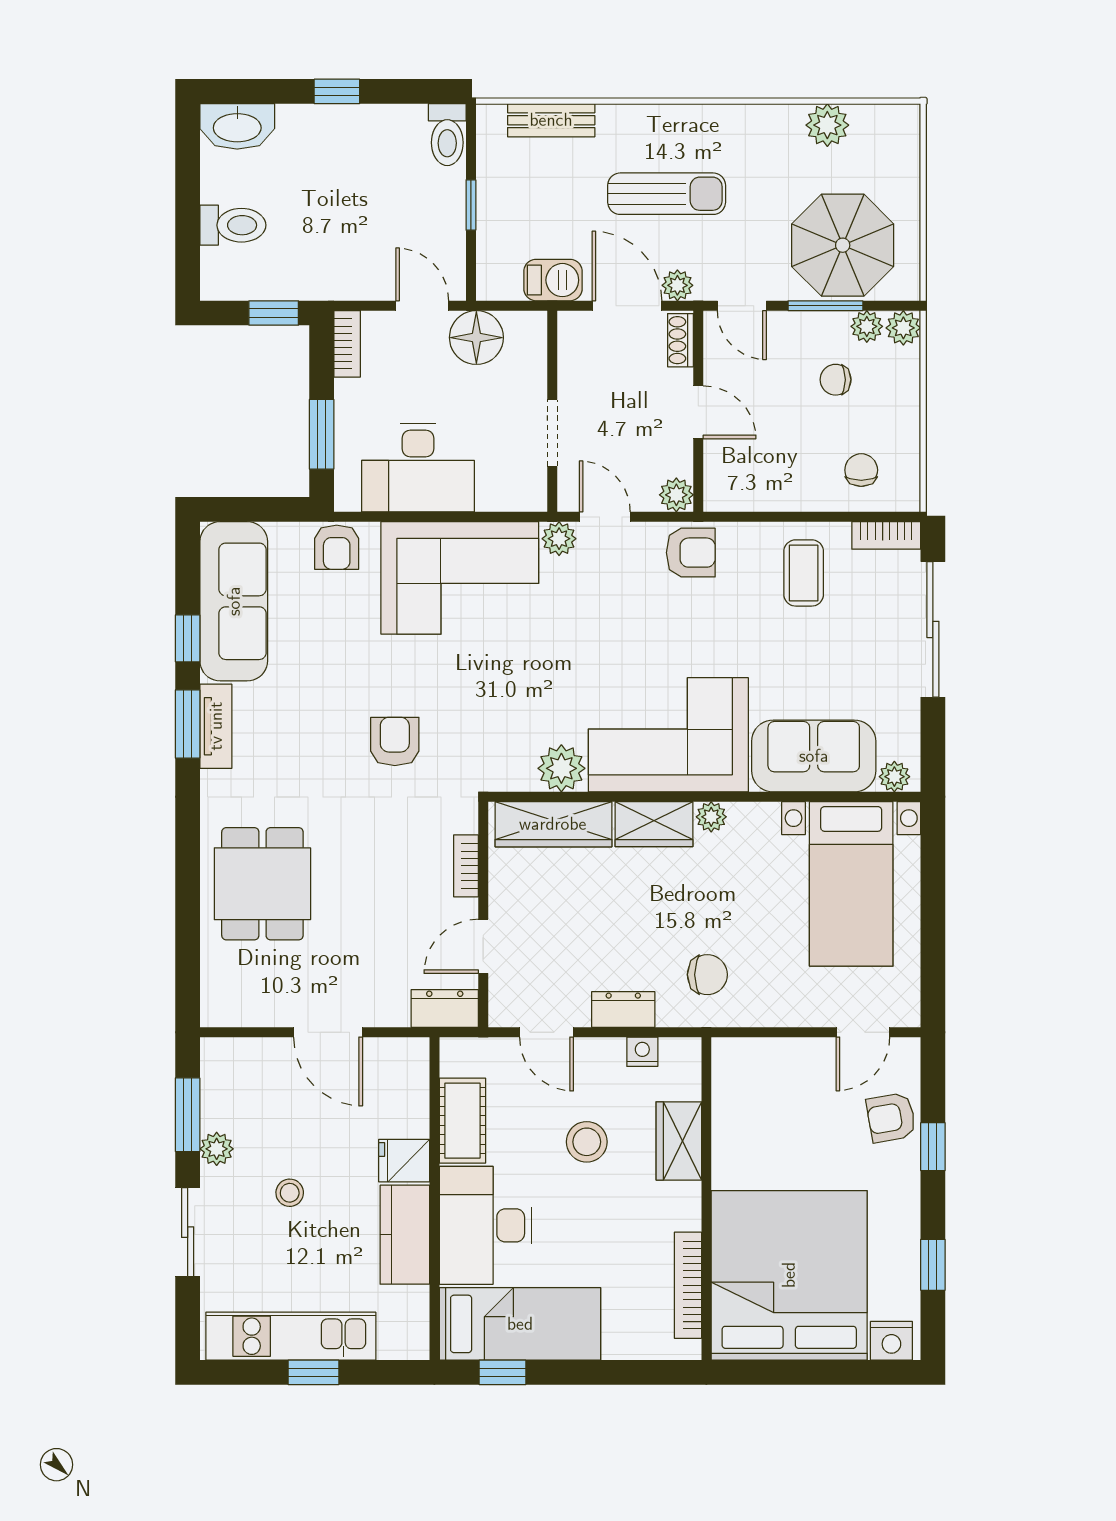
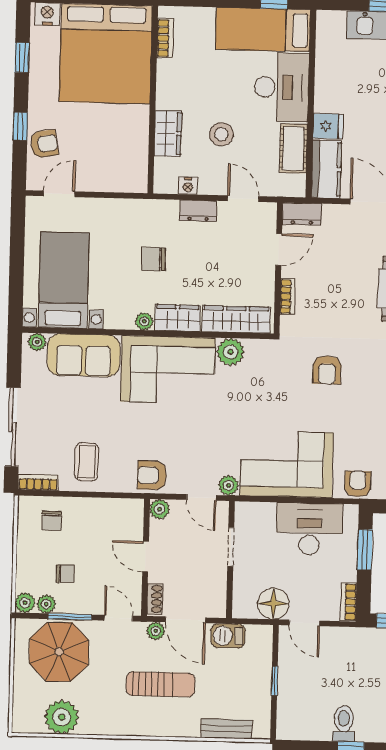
plant: (827, 125) -> (62, 717), width x1.36, depth x1.36
toilet: (447, 135) -> (344, 724), moved
sun lounger: (667, 194) -> (161, 684), turned 180
chair: (707, 975) -> (153, 259), moved
kitchen counter: (405, 1235) -> (326, 169), moved
bookcase: (688, 1285) -> (165, 38), width x0.64

